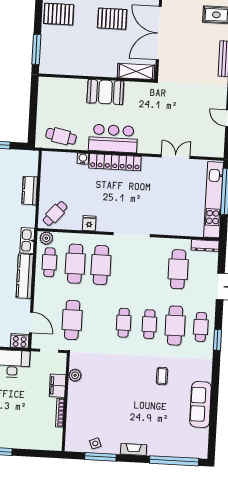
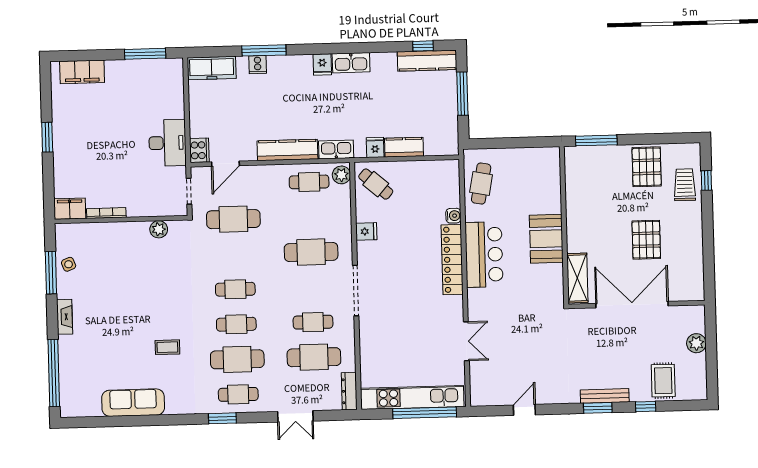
fridge: (28, 212) -> (375, 147), added
cafe table: (75, 264) -> (313, 322), moved, width x0.73, depth x0.74
filing cabinet: (58, 386) -> (70, 209), moved

